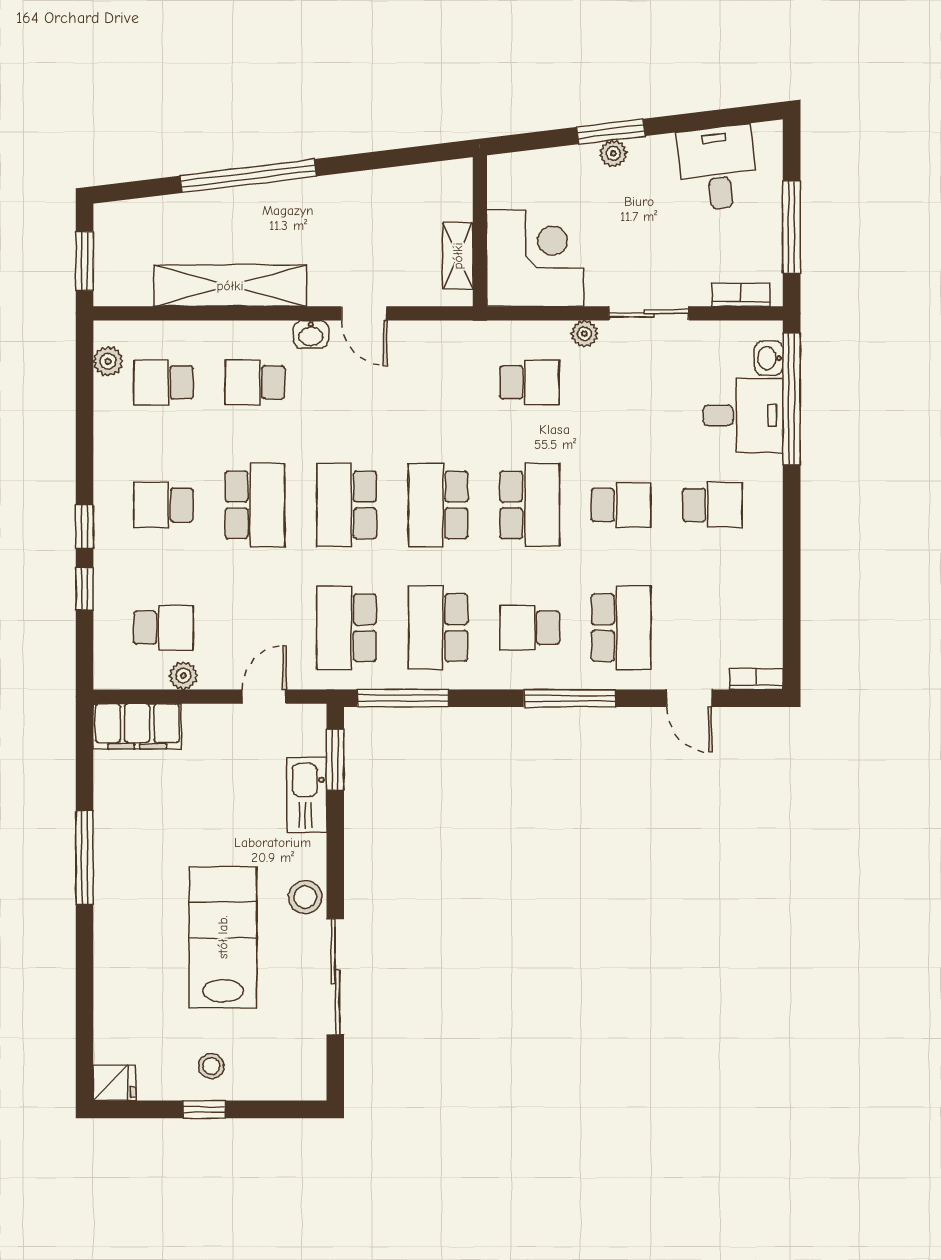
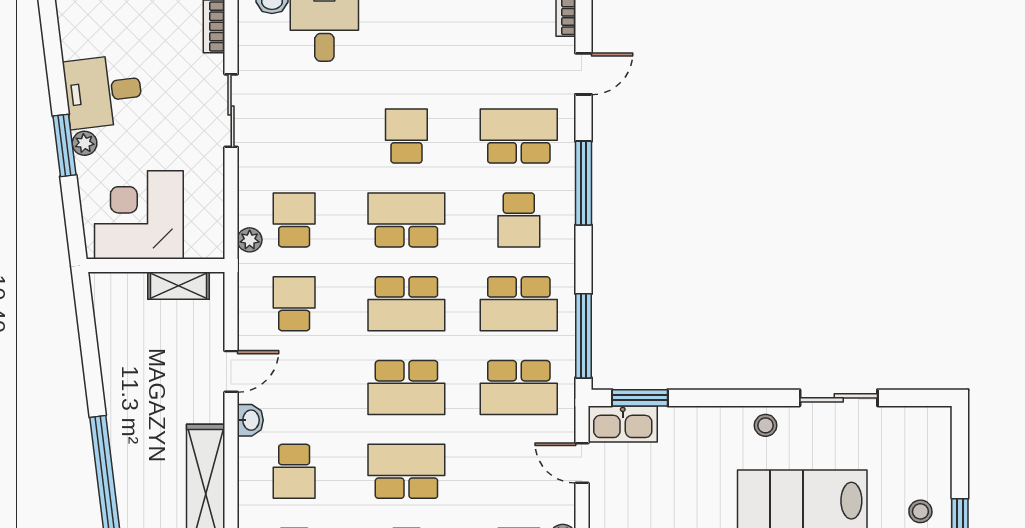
desk: (718, 168) -> (103, 91), moved
corner desk: (535, 258) -> (139, 215), moved
plant: (584, 334) -> (250, 240), moved
school desk: (713, 505) -> (294, 304), moved
kitchen sink: (307, 795) -> (623, 424), moved
stool: (305, 897) -> (766, 425), width x0.73, depth x0.73
sliding door: (335, 977) -> (839, 398), width x0.73

